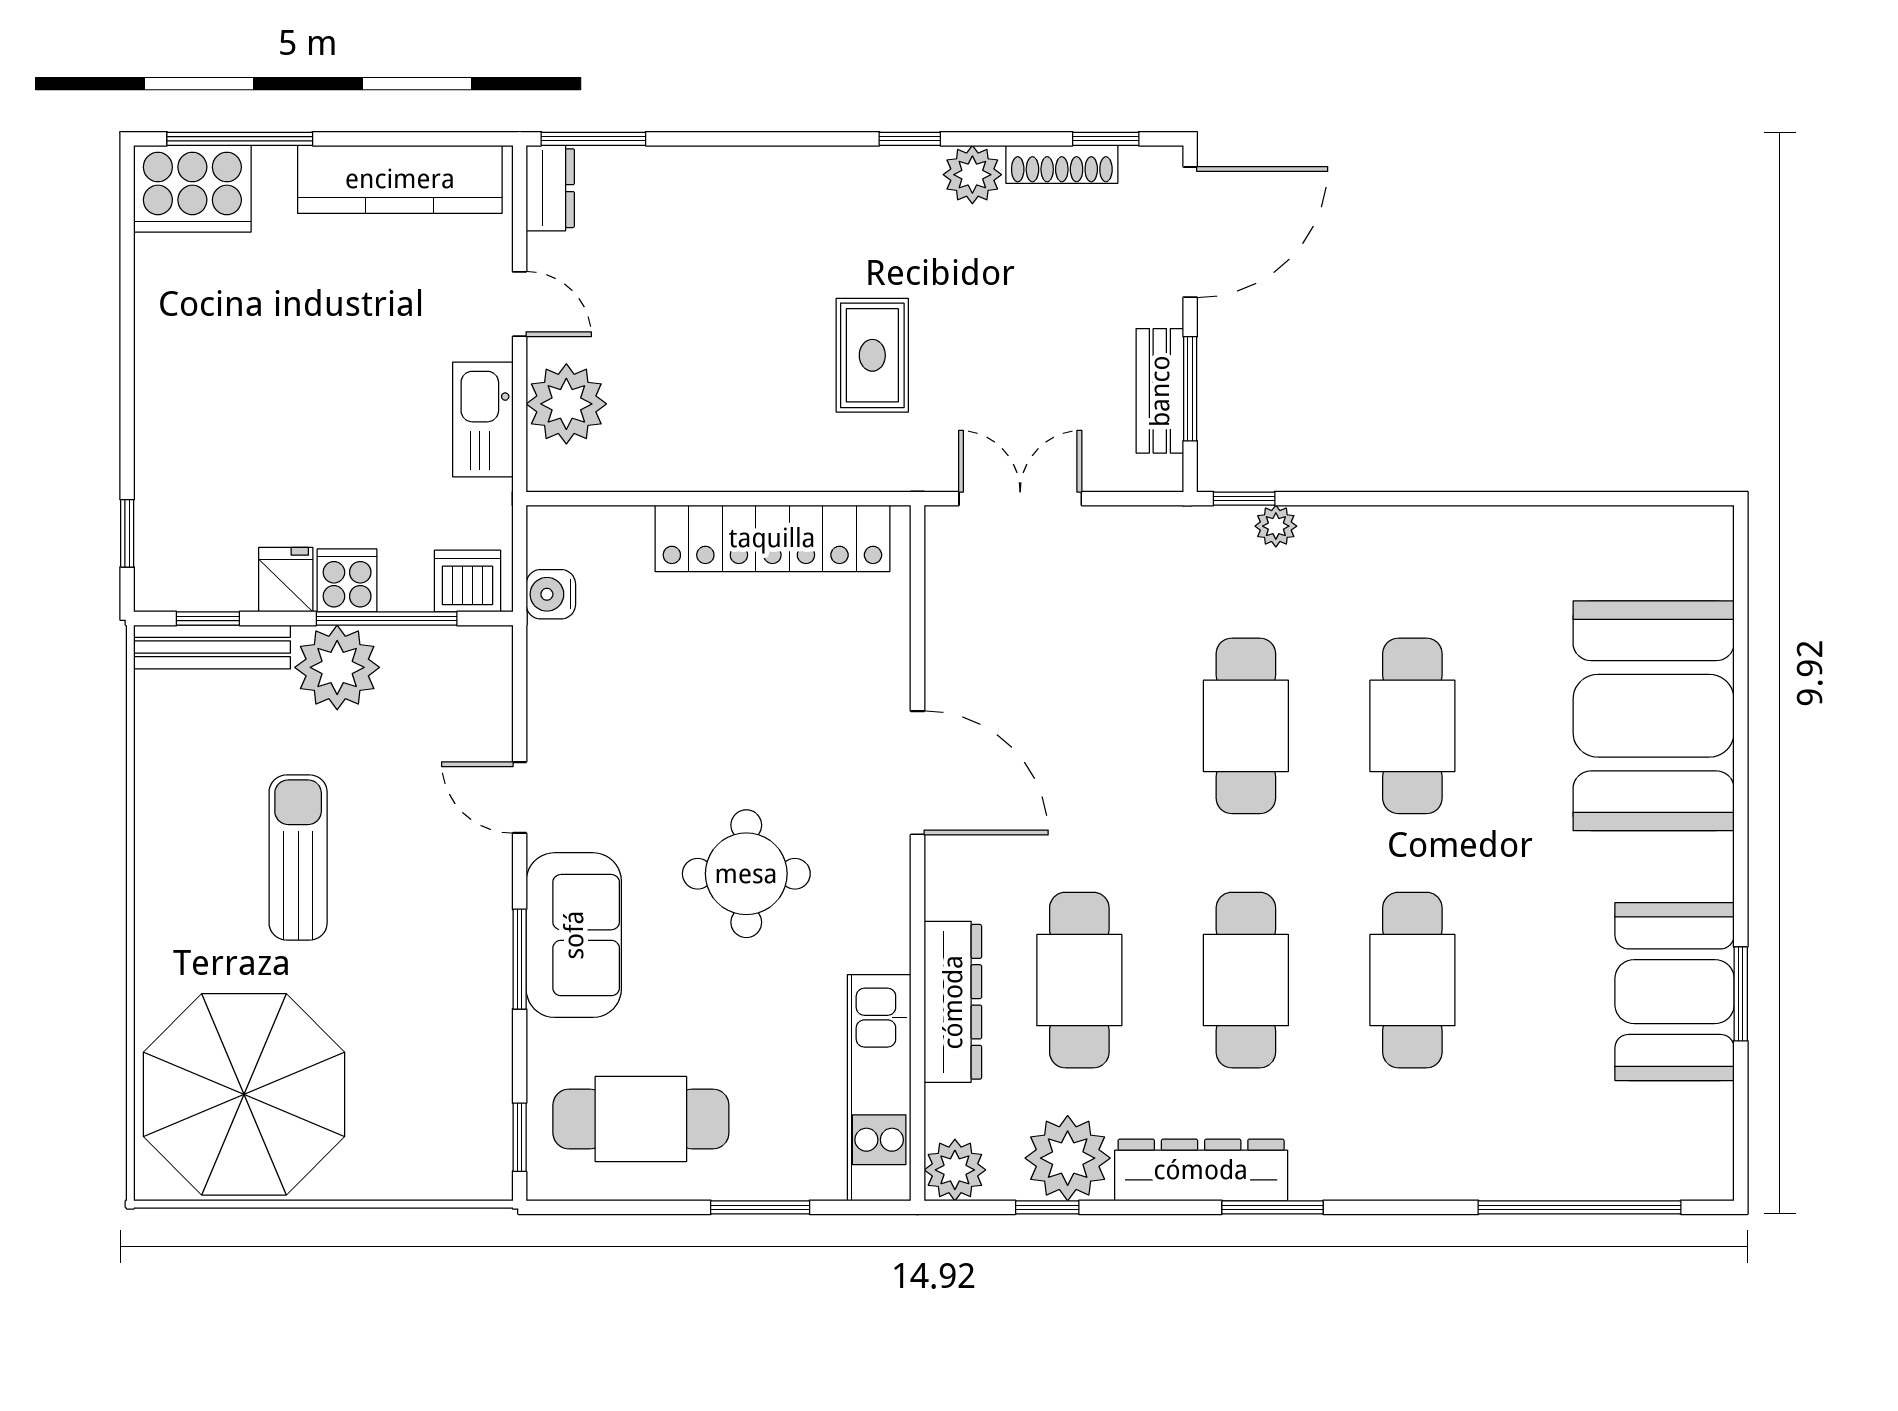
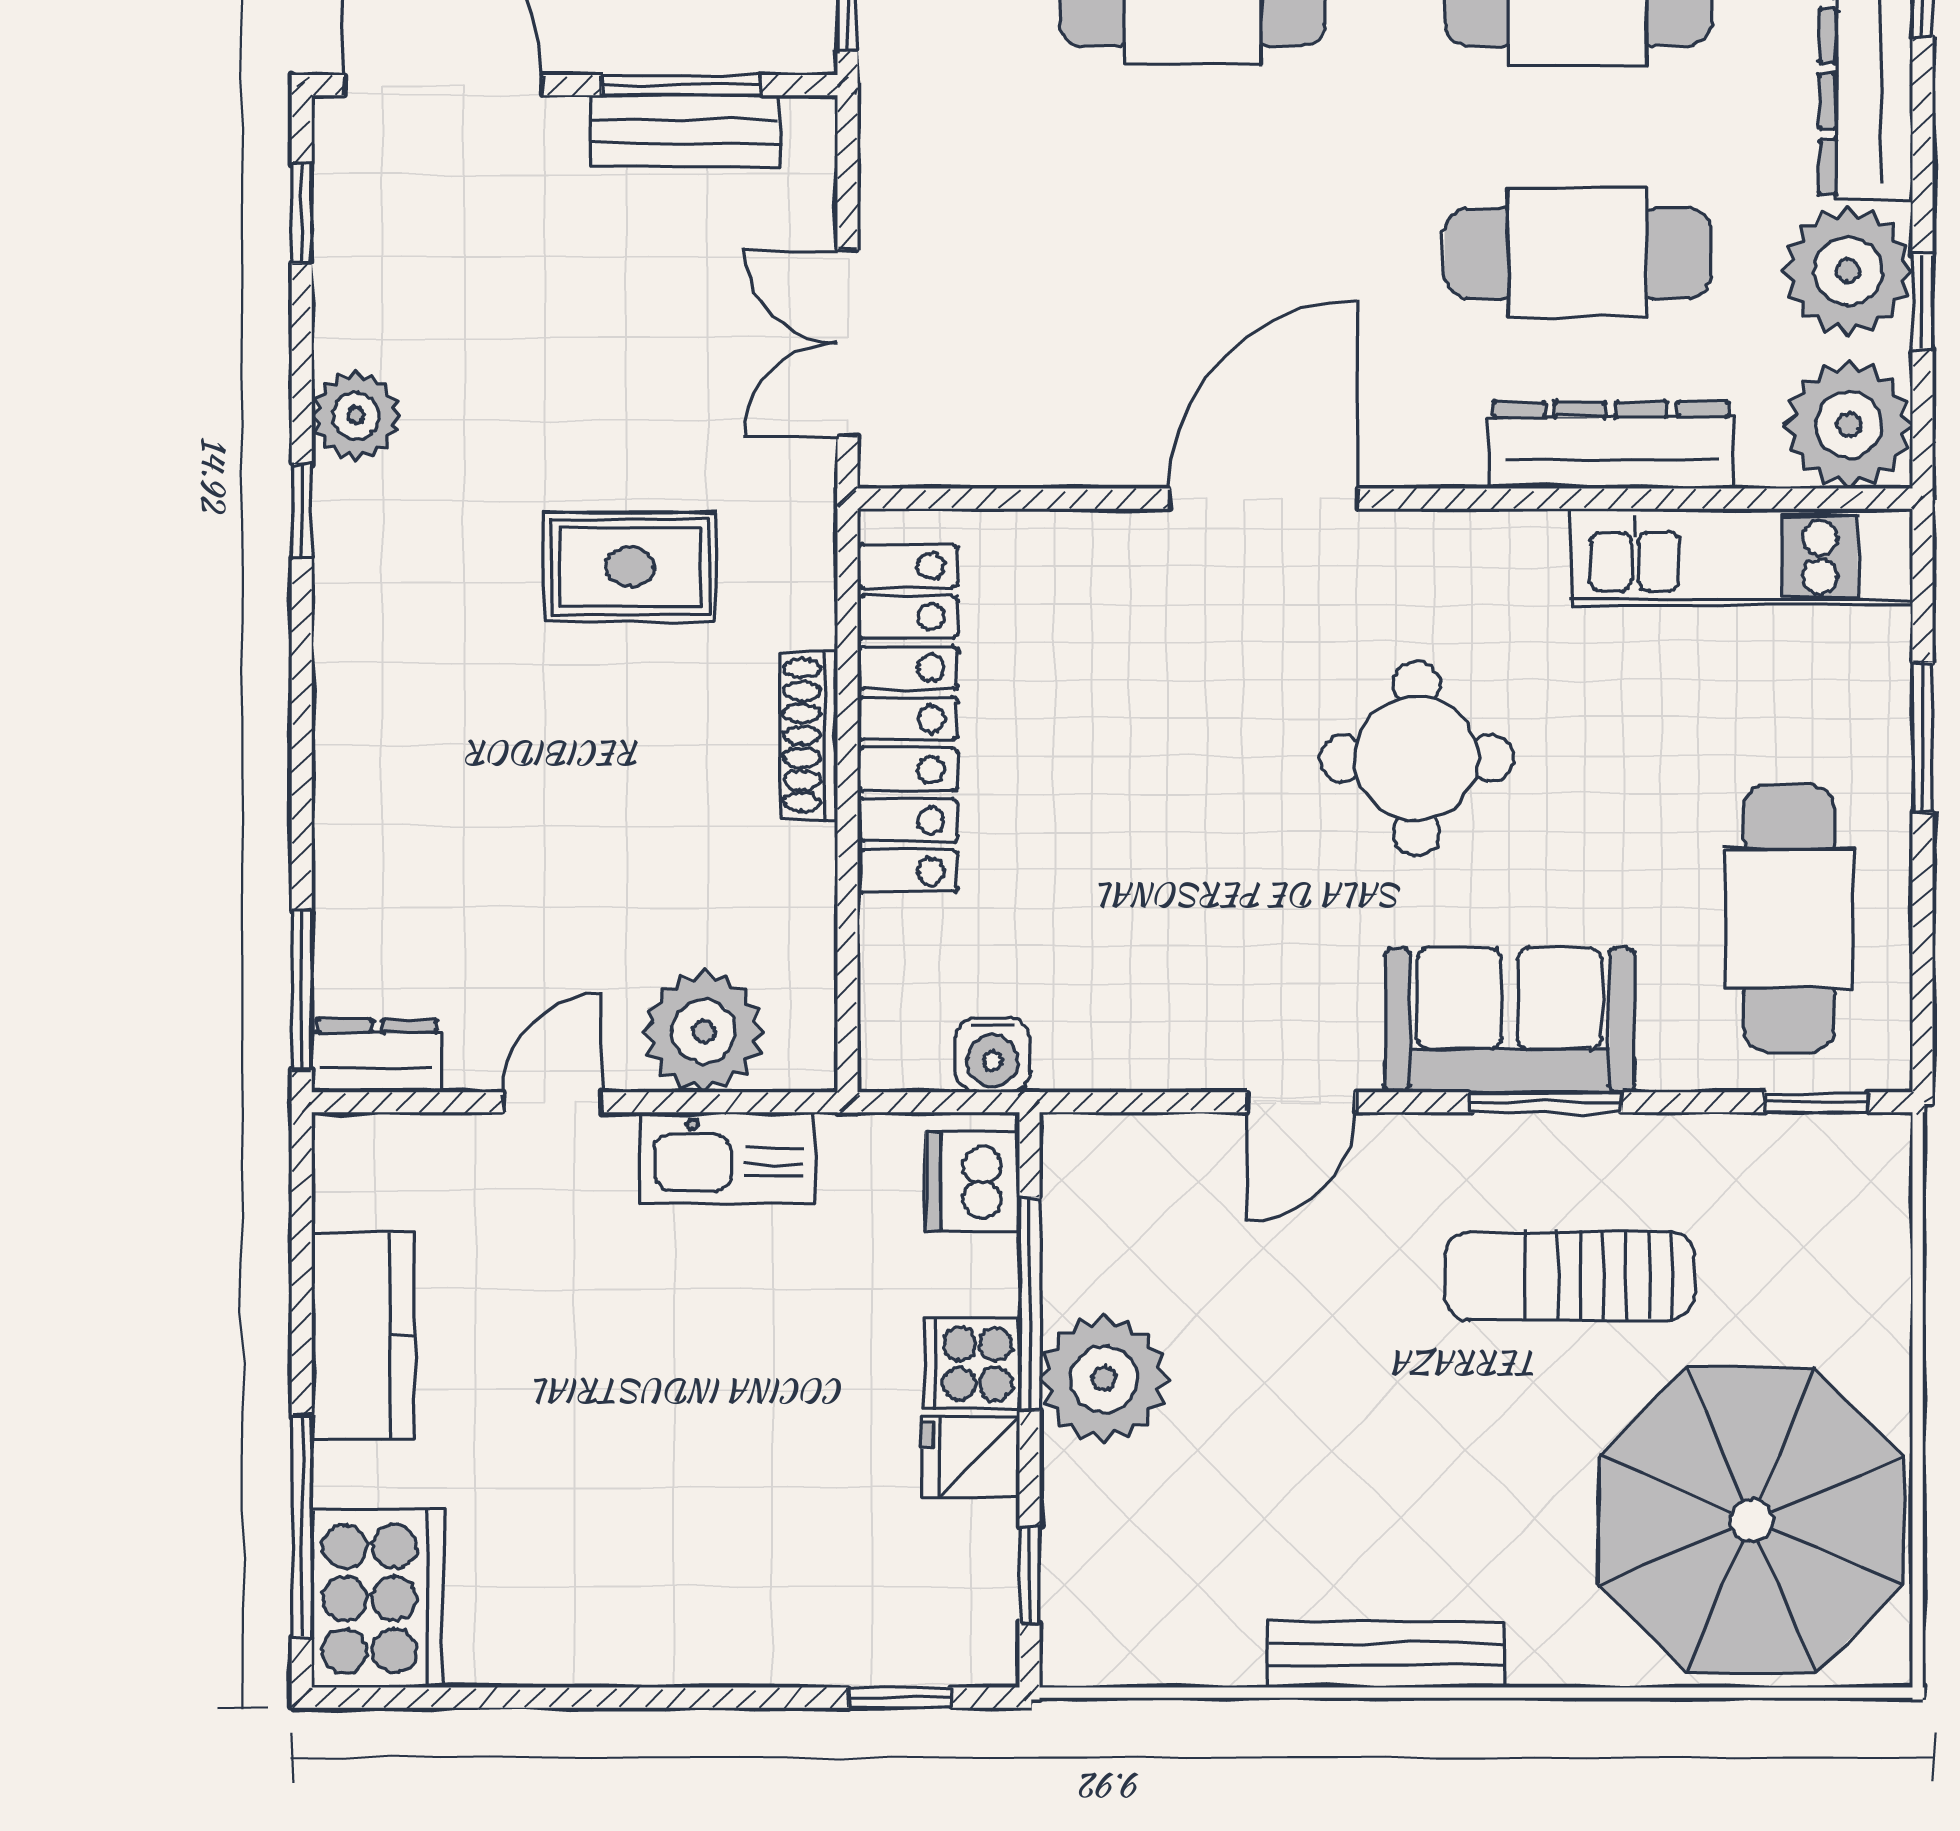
shoe rack: (1062, 164) -> (809, 735), moved, turned 180
kitchen counter: (400, 179) -> (363, 1336), width x0.67
bench: (212, 647) -> (1386, 1654), moved, turned 90
sun lounger: (298, 858) -> (1570, 1275), moved
plant: (955, 1170) -> (1849, 425), width x1.36, depth x1.36

